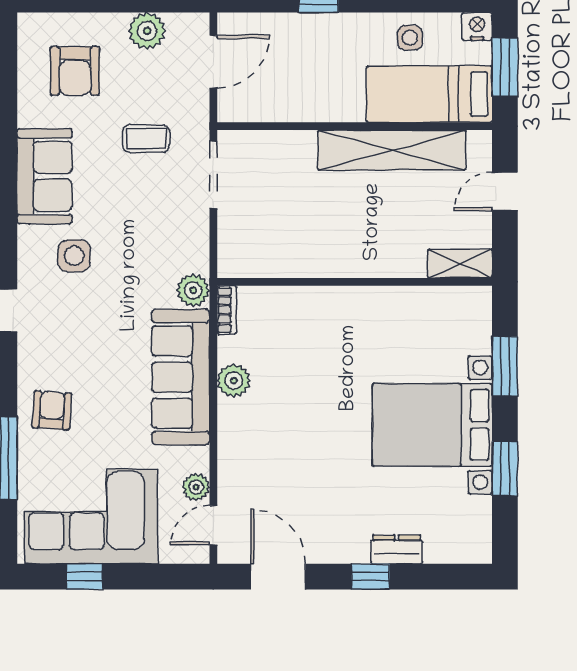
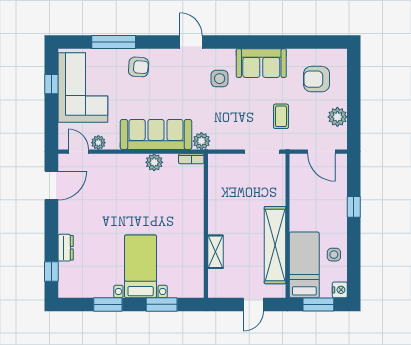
door: (505, 191) -> (253, 304), swing flipped
shelving: (460, 264) -> (216, 252), moved
bed with nightstands: (432, 425) -> (141, 266), width x0.73
window: (371, 577) -> (51, 271), moved

